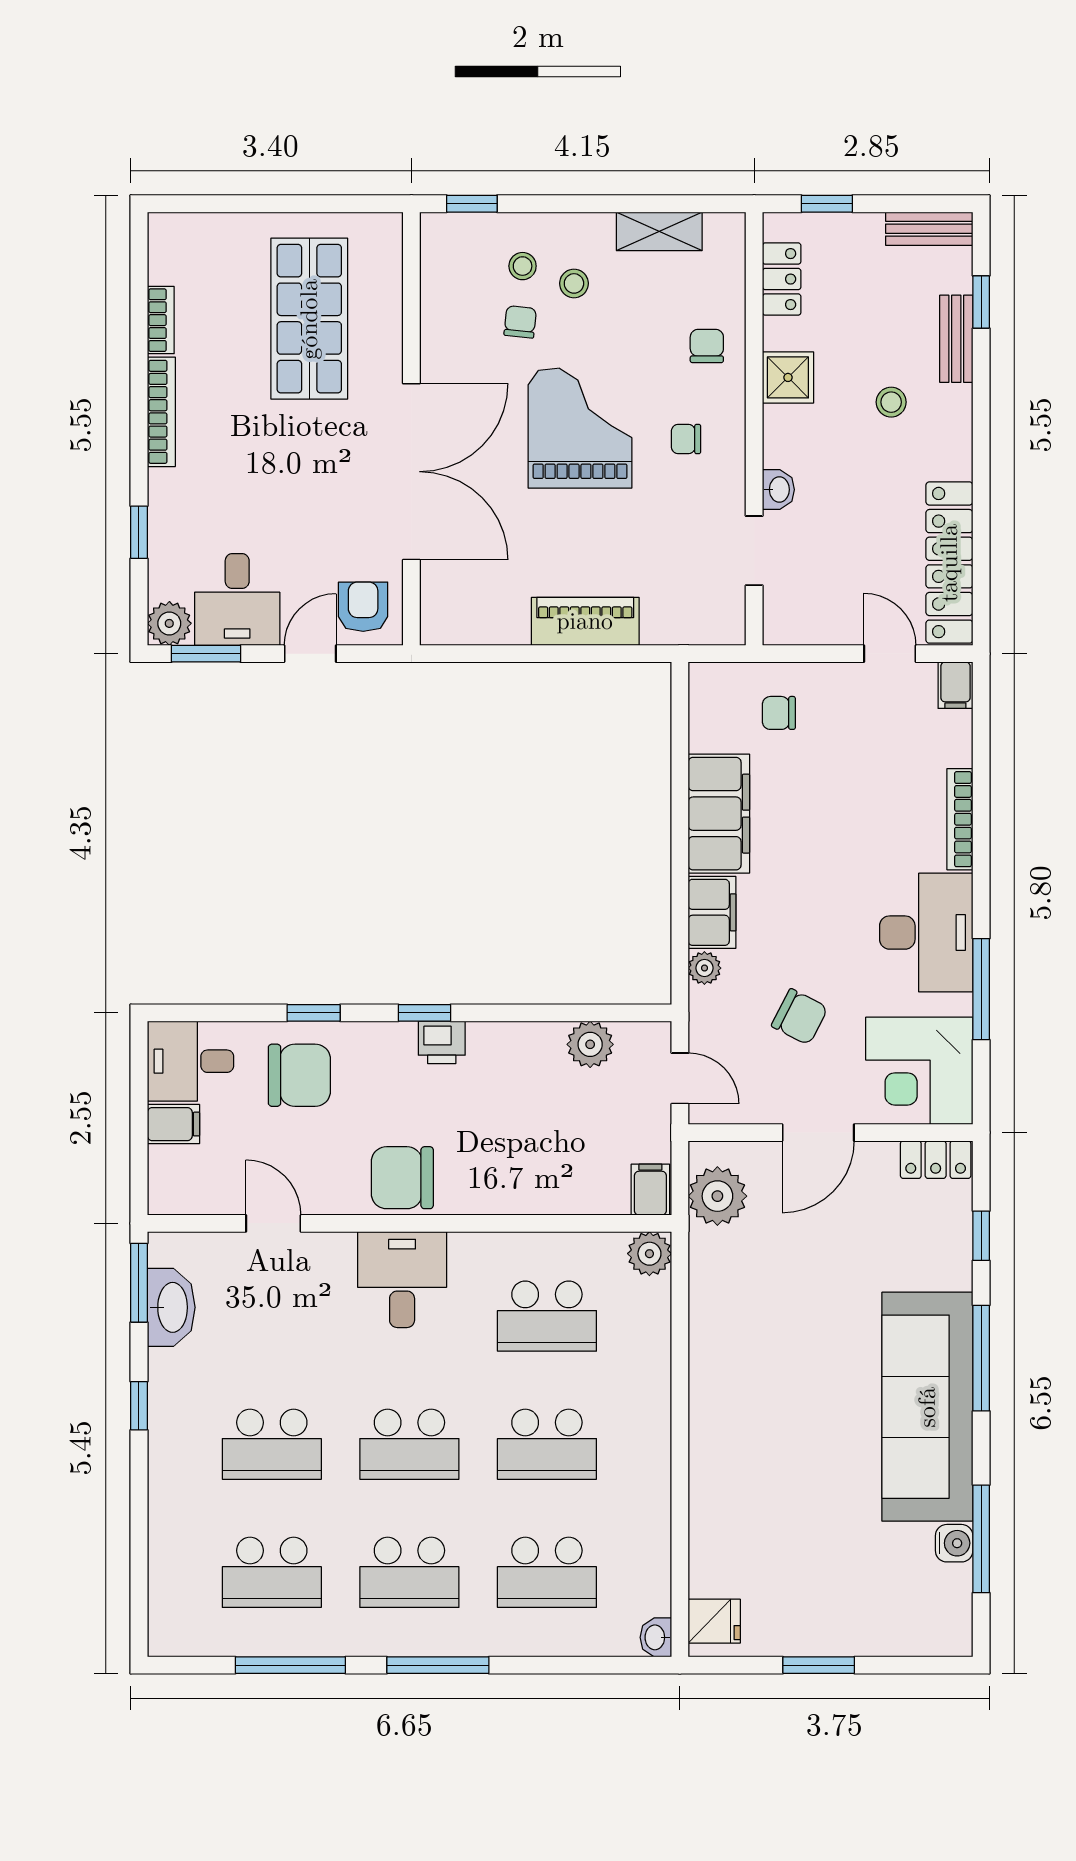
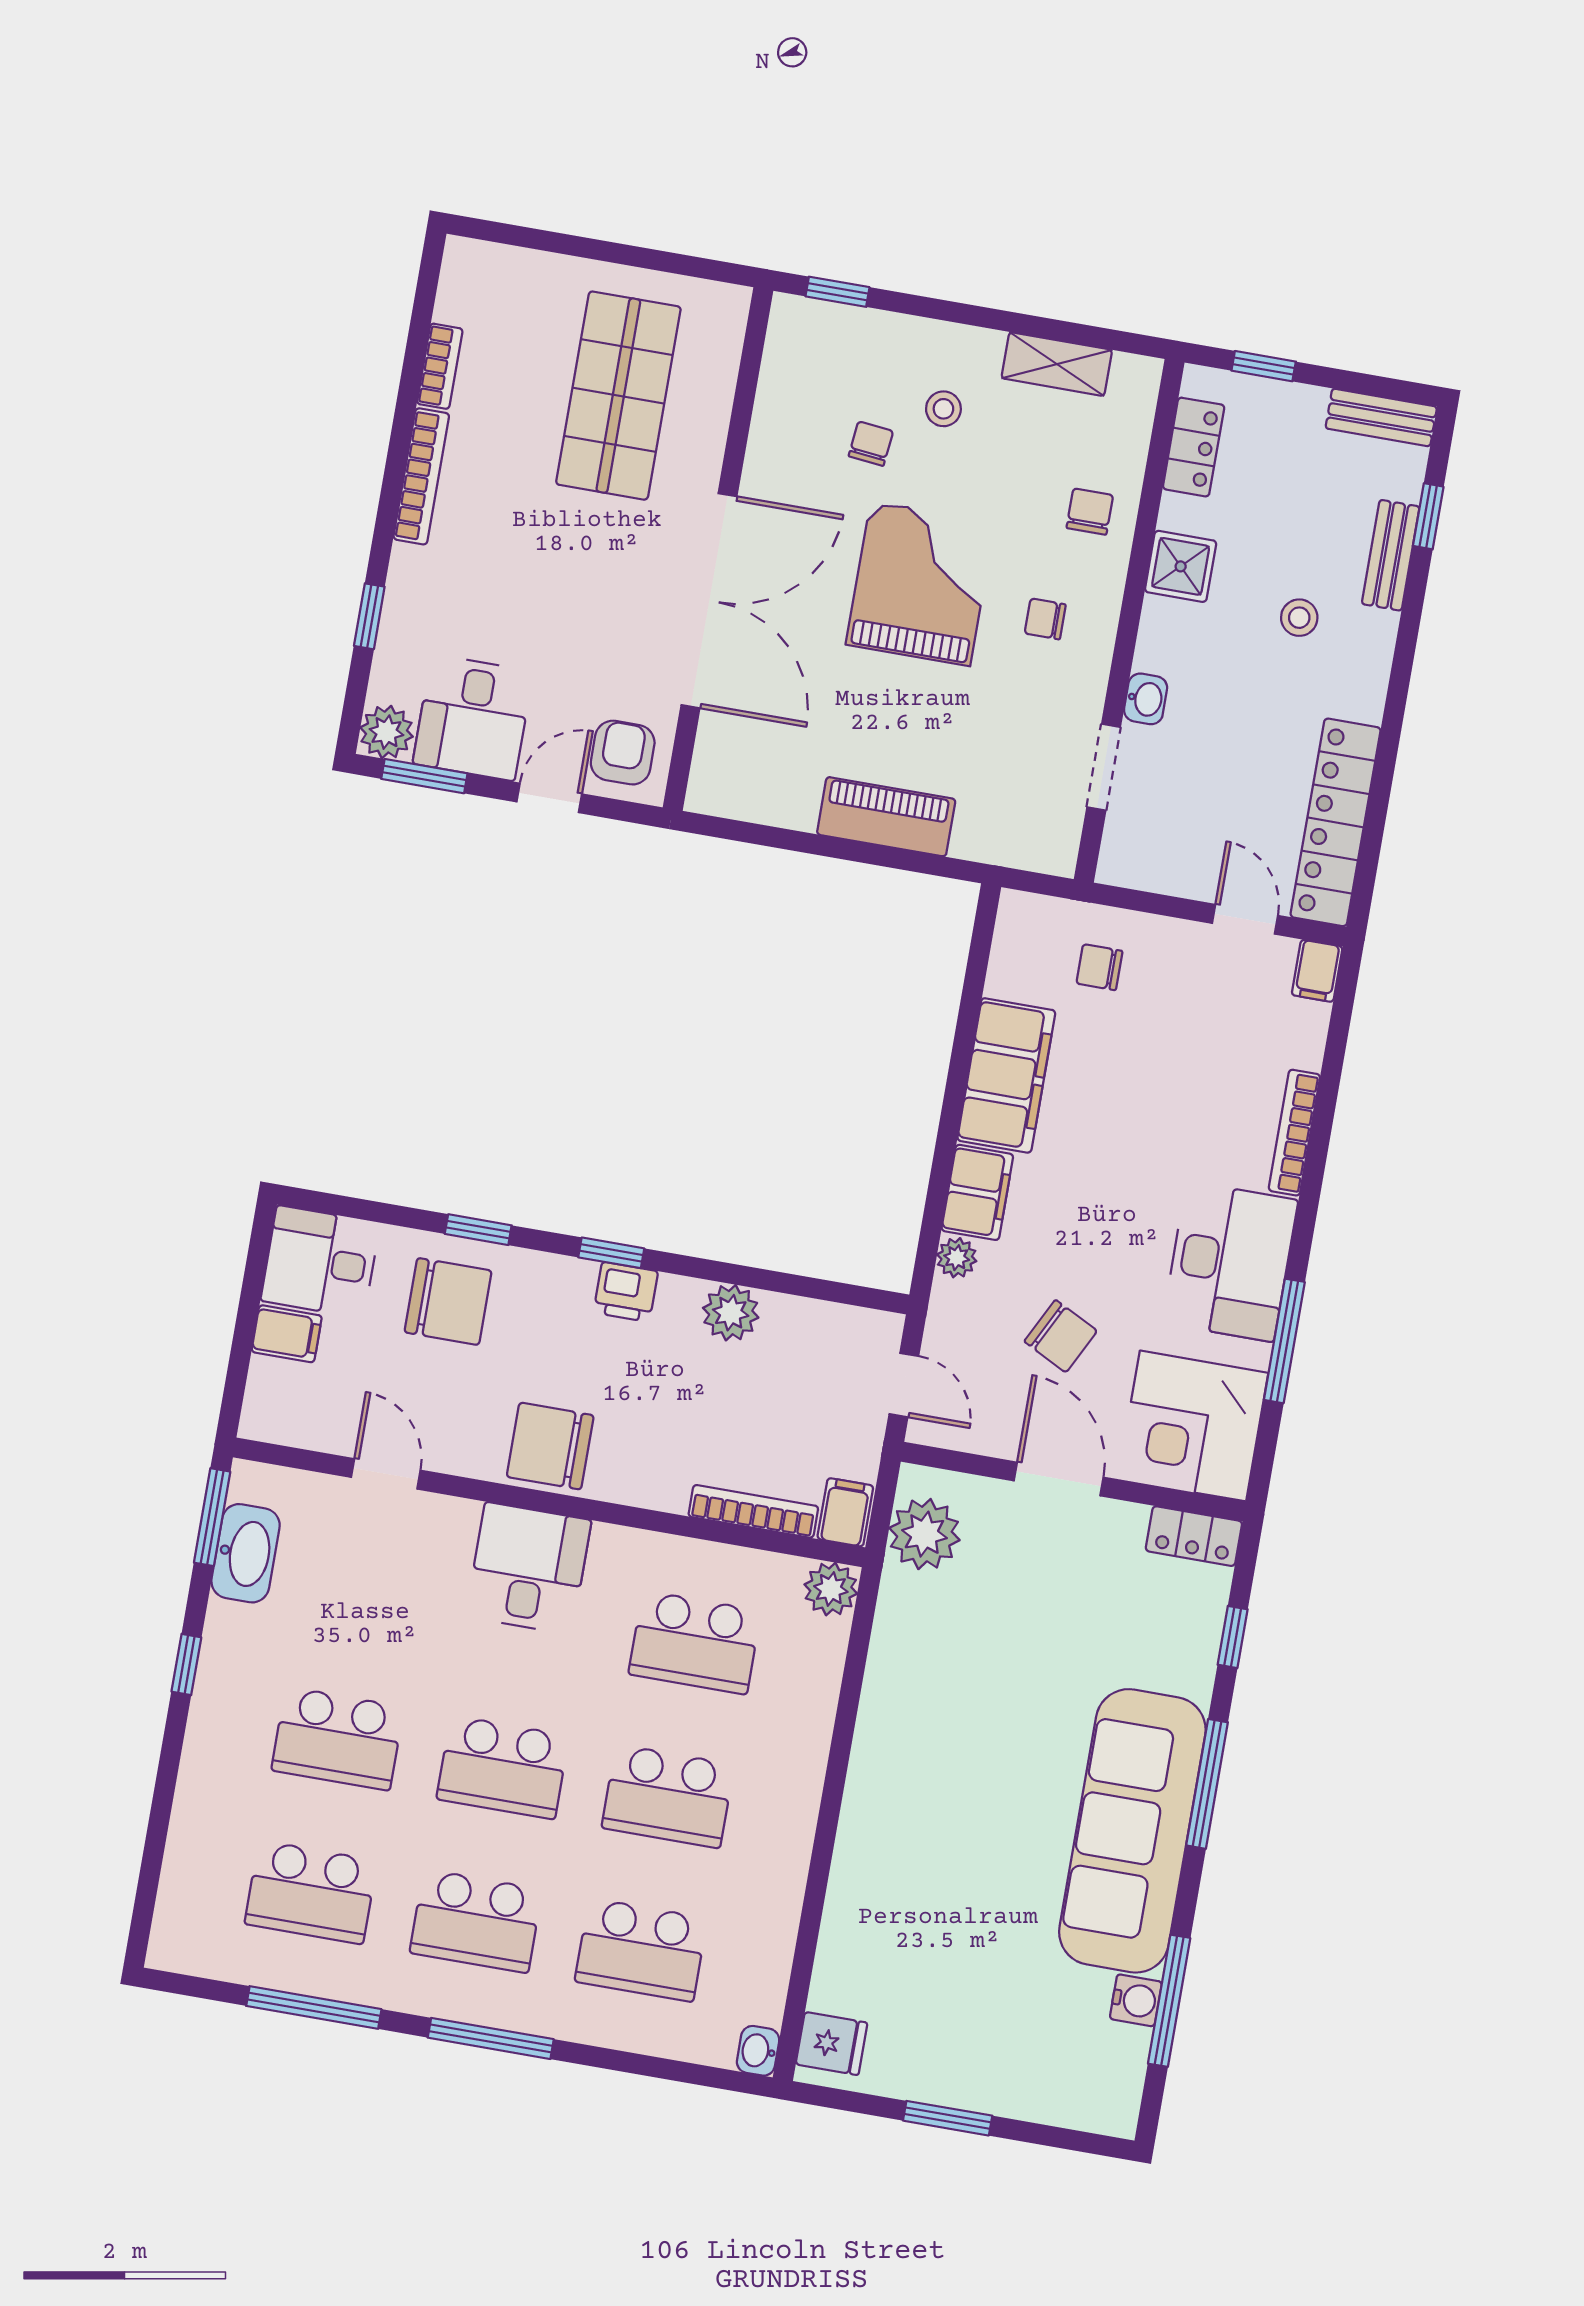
stool: (523, 266) -> (885, 377), removed
plant: (590, 1044) -> (731, 1313), moved
door: (818, 1133) -> (1059, 1479), swing flipped
bookcase: (576, 1202) -> (753, 1511), added

